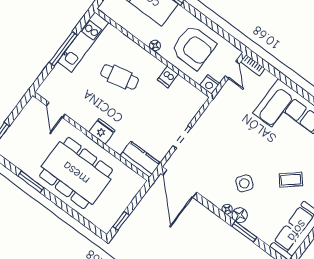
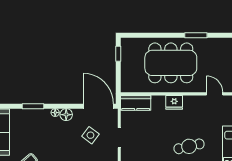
side table: (244, 183) -> (90, 135), moved
floor lamp: (240, 215) -> (66, 115), moved

